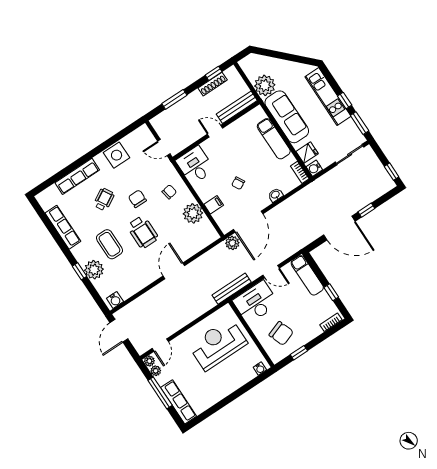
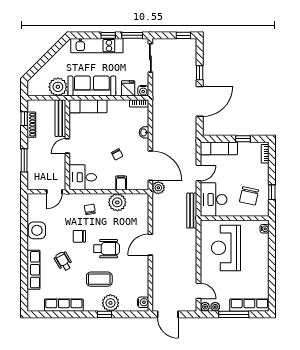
exam couch: (274, 139) -> (88, 106), moved
door: (174, 271) -> (150, 245), hinge flipped
chair: (281, 333) -> (249, 196), turned 122

